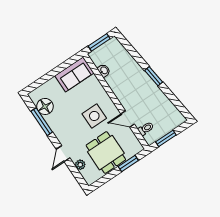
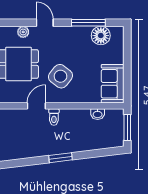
side table: (94, 116) -> (60, 76), turned 38
toilet: (146, 129) -> (54, 117), moved

